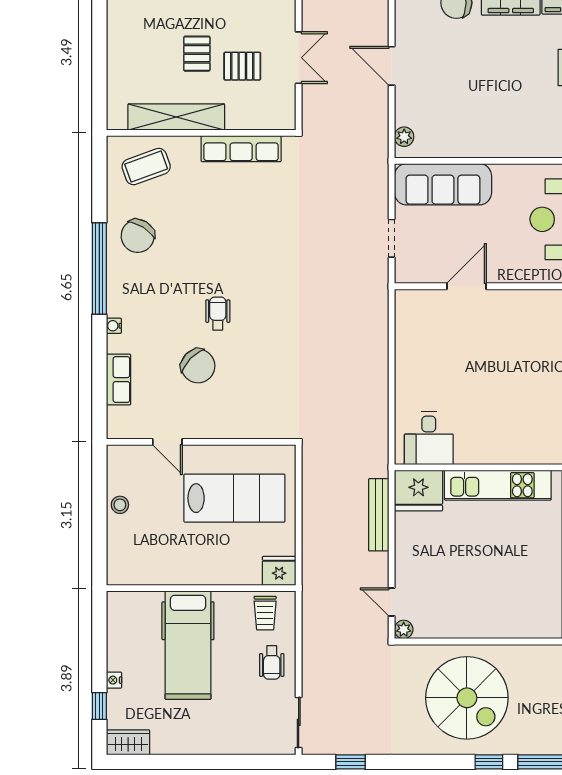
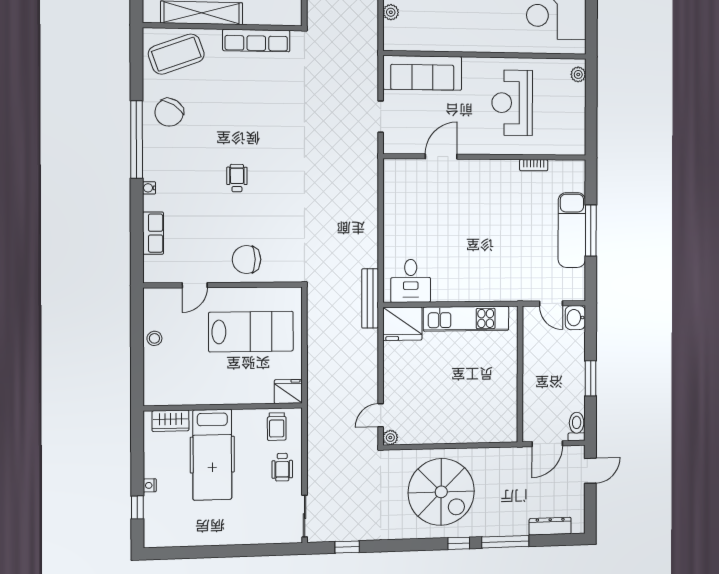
plant: (404, 137) -> (391, 12), moved
coffee table: (146, 167) -> (176, 54), width x1.36, depth x1.32
chair: (198, 366) -> (246, 260), moved, turned 136
door: (167, 442) -> (195, 285), hinge flipped
bench: (379, 515) -> (370, 298), moved
door: (392, 602) -> (381, 415), hinge flipped
wardrobe: (128, 742) -> (170, 421), moved, turned 180

